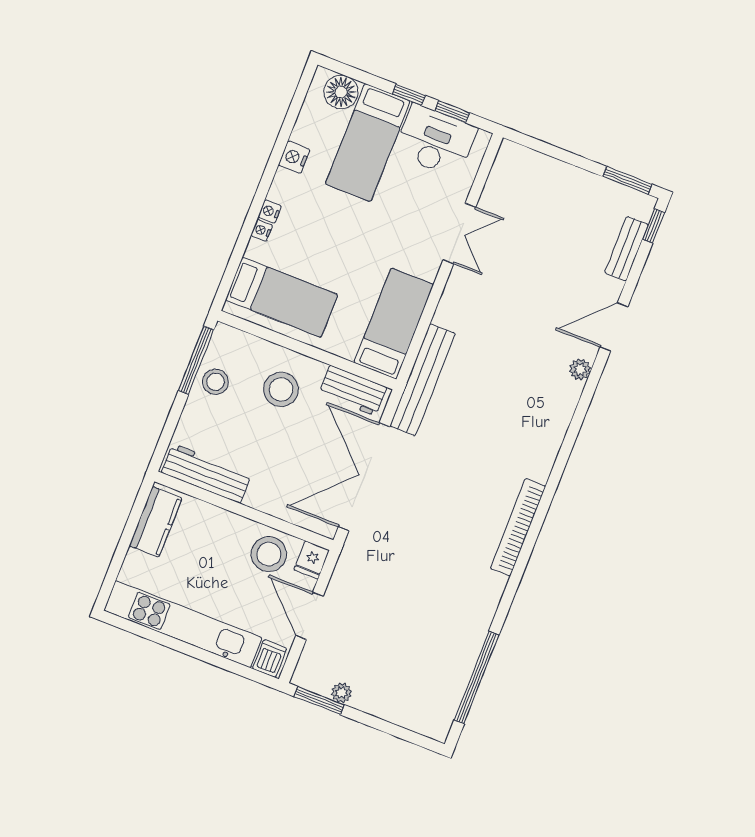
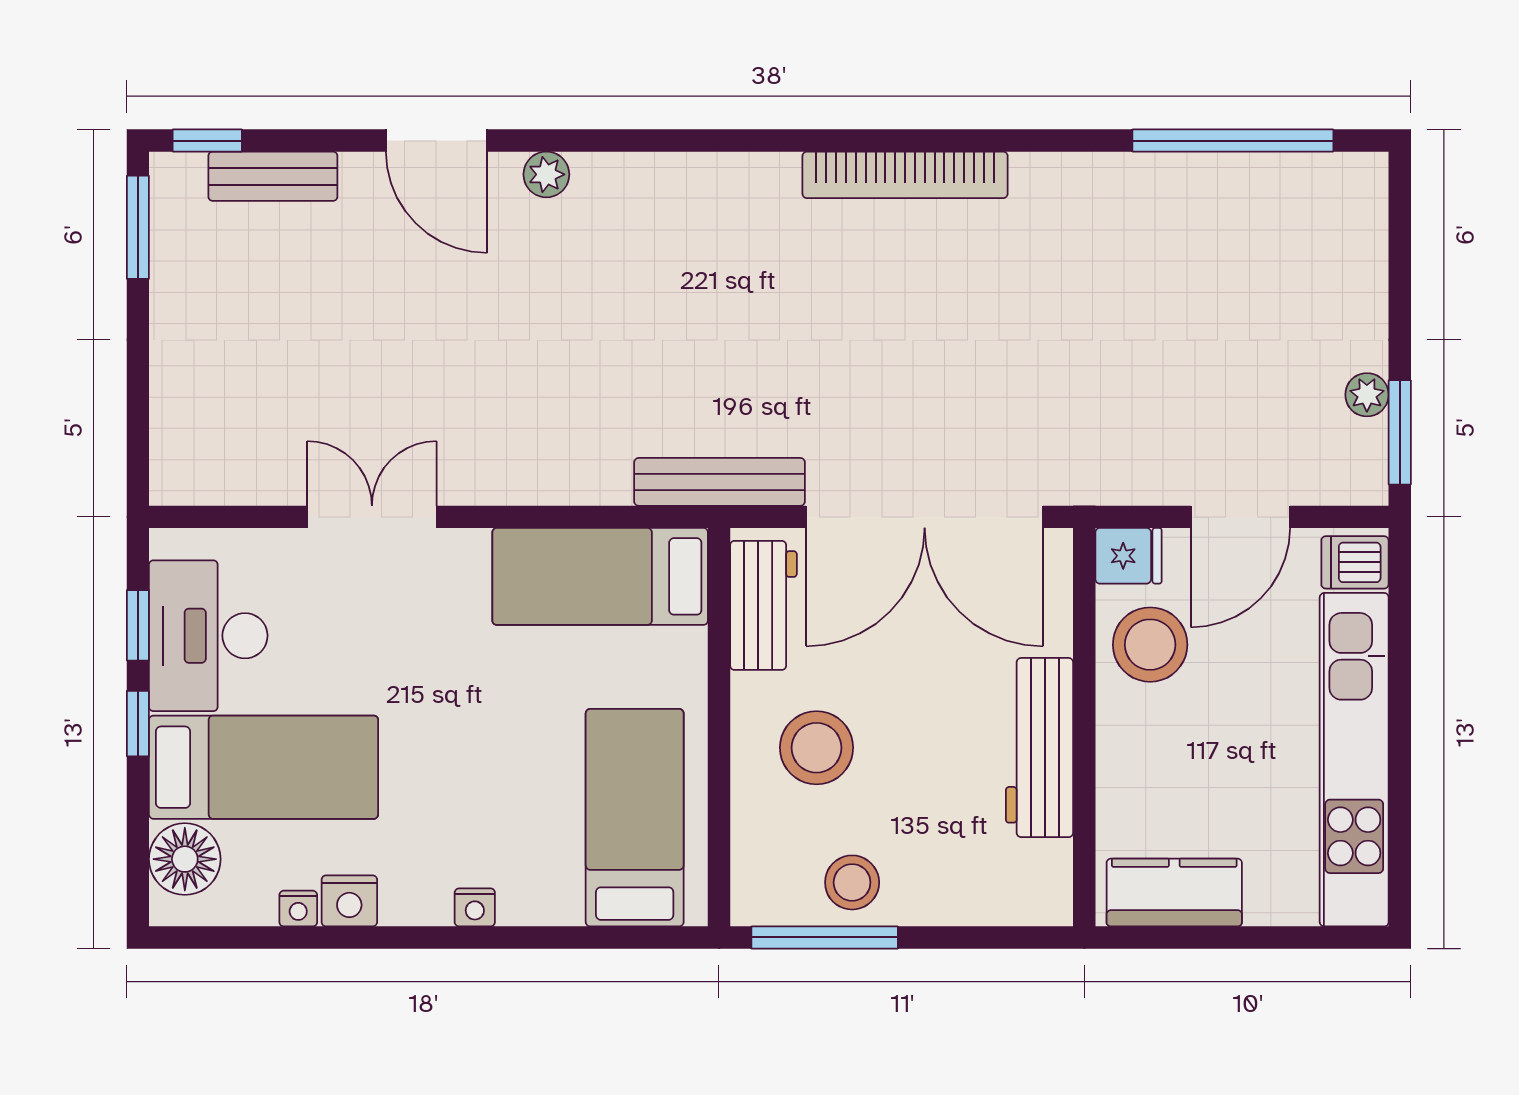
nightstand: (262, 230) -> (298, 909), moved
bench: (422, 380) -> (720, 482), width x0.73, depth x0.82
workbench: (206, 473) -> (1040, 748), moved

